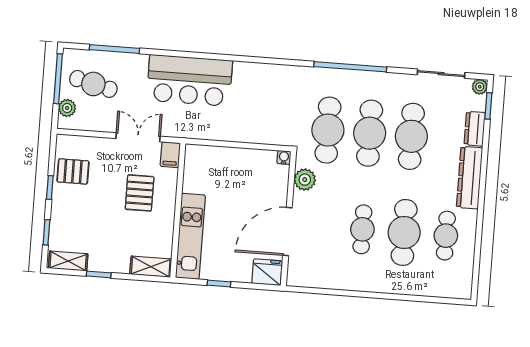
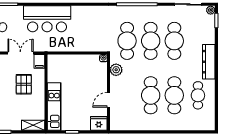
dresser: (475, 129) -> (210, 34), removed
cafe table: (362, 229) -> (151, 95), width x1.37, depth x1.35
door: (287, 231) -> (109, 100), width x0.53

